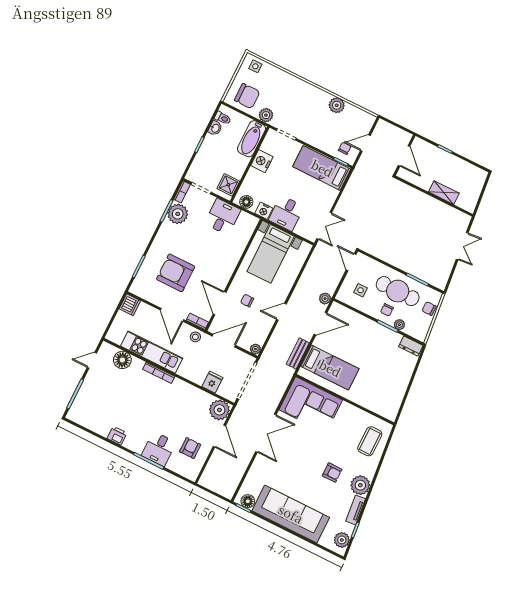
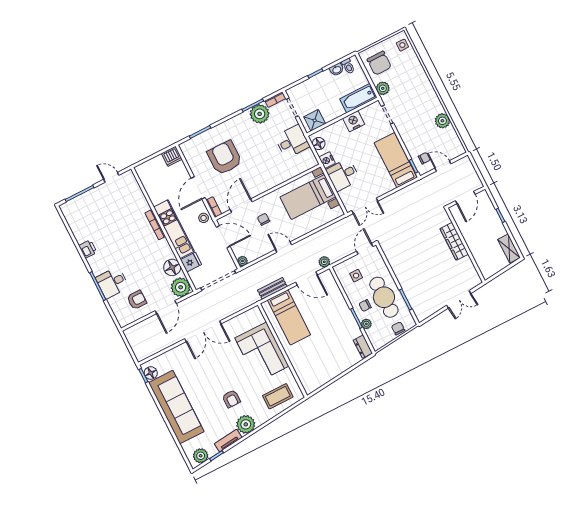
shelving: (444, 193) -> (509, 249), moved
wardrobe: (422, 200) -> (454, 241), added
kitchen unit: (152, 352) -> (174, 229), moved
floor lamp: (122, 360) -> (172, 267), moved
corner sofa: (311, 405) -> (262, 352), moved

